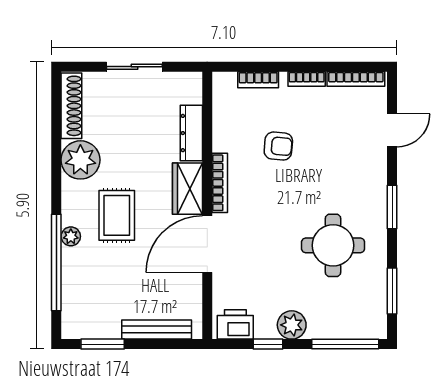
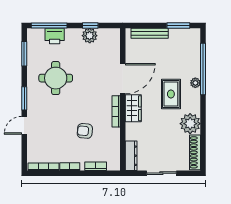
door: (392, 130) -> (24, 125), moved
dresser: (191, 133) -> (131, 156), moved
printer: (235, 324) -> (55, 36), moved
plant: (292, 325) -> (90, 36), moved

